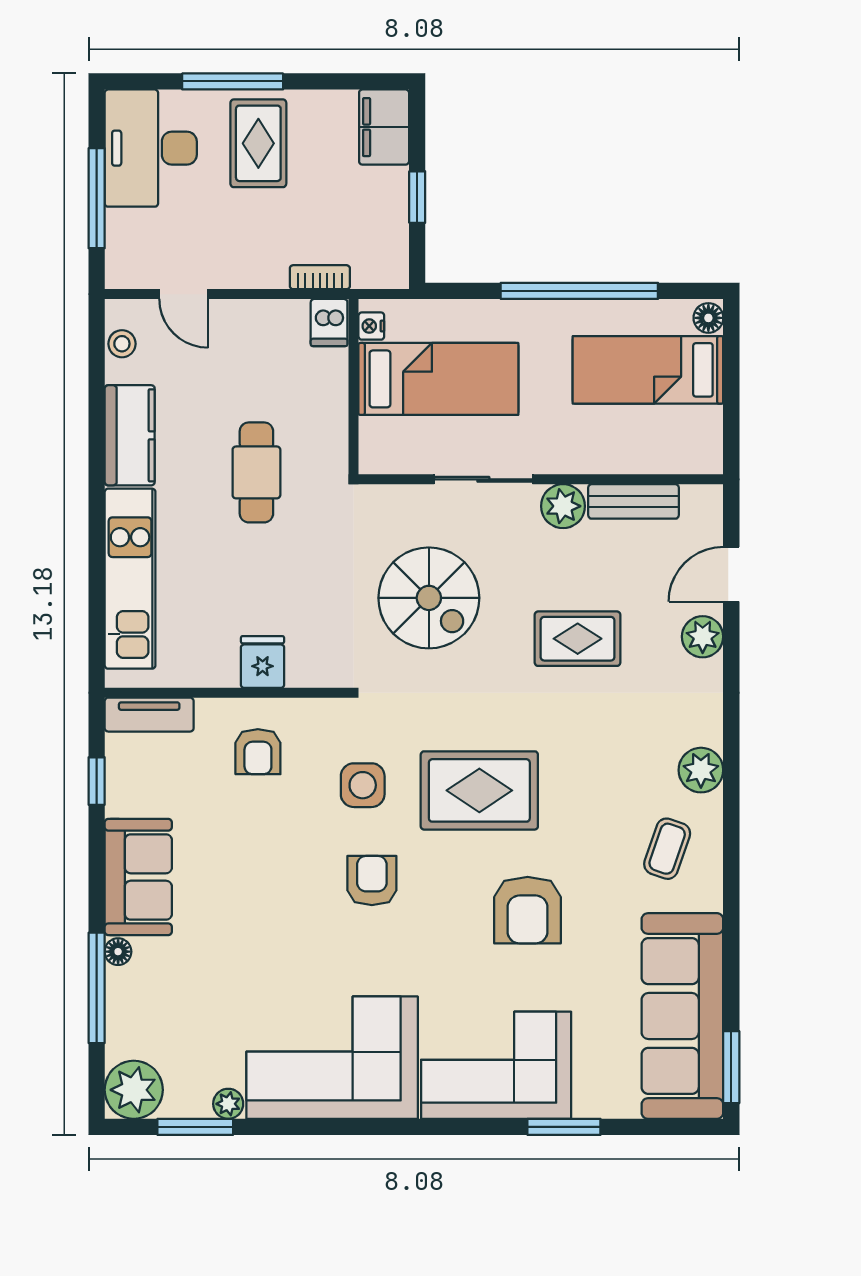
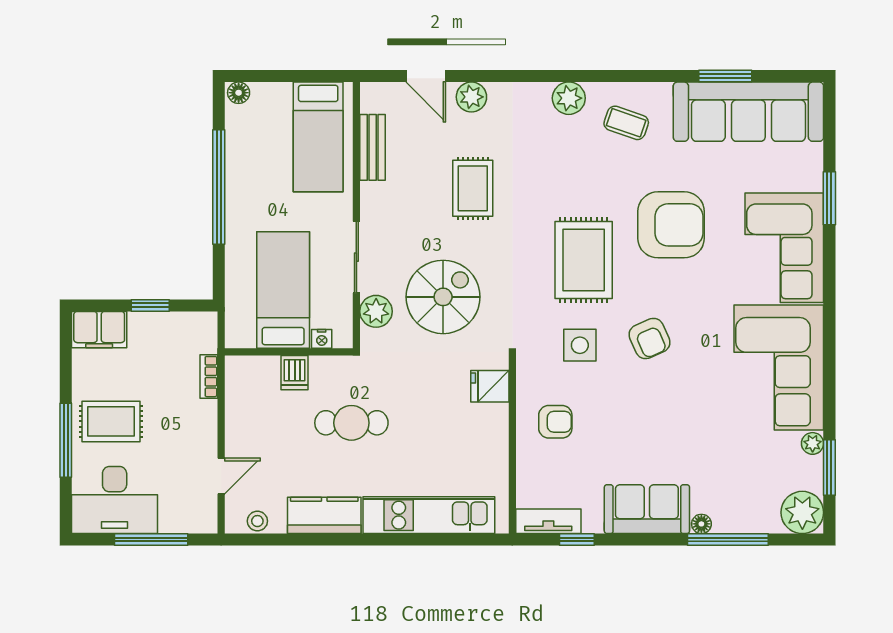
dishwasher: (329, 323) -> (295, 373), moved, turned 90
nightstand: (371, 326) -> (322, 339), moved
bed: (648, 370) -> (318, 137), moved
plant: (563, 506) -> (376, 311), moved
fridge: (263, 662) -> (490, 386), moved
tv unit: (149, 715) -> (548, 521), moved, turned -90
armchair: (372, 881) -> (650, 338), turned -114
armchair: (528, 910) -> (671, 225), width x1.36, depth x1.36
window: (731, 1067) -> (725, 76), moved

